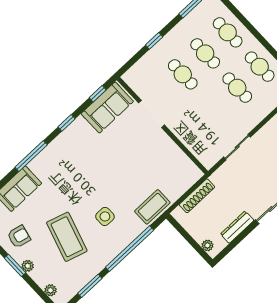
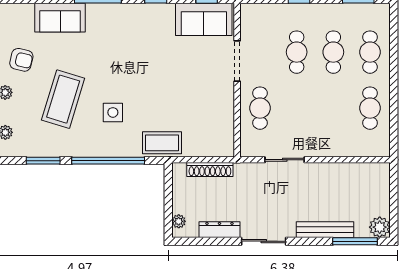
cafe table: (237, 88) -> (260, 108), moved

